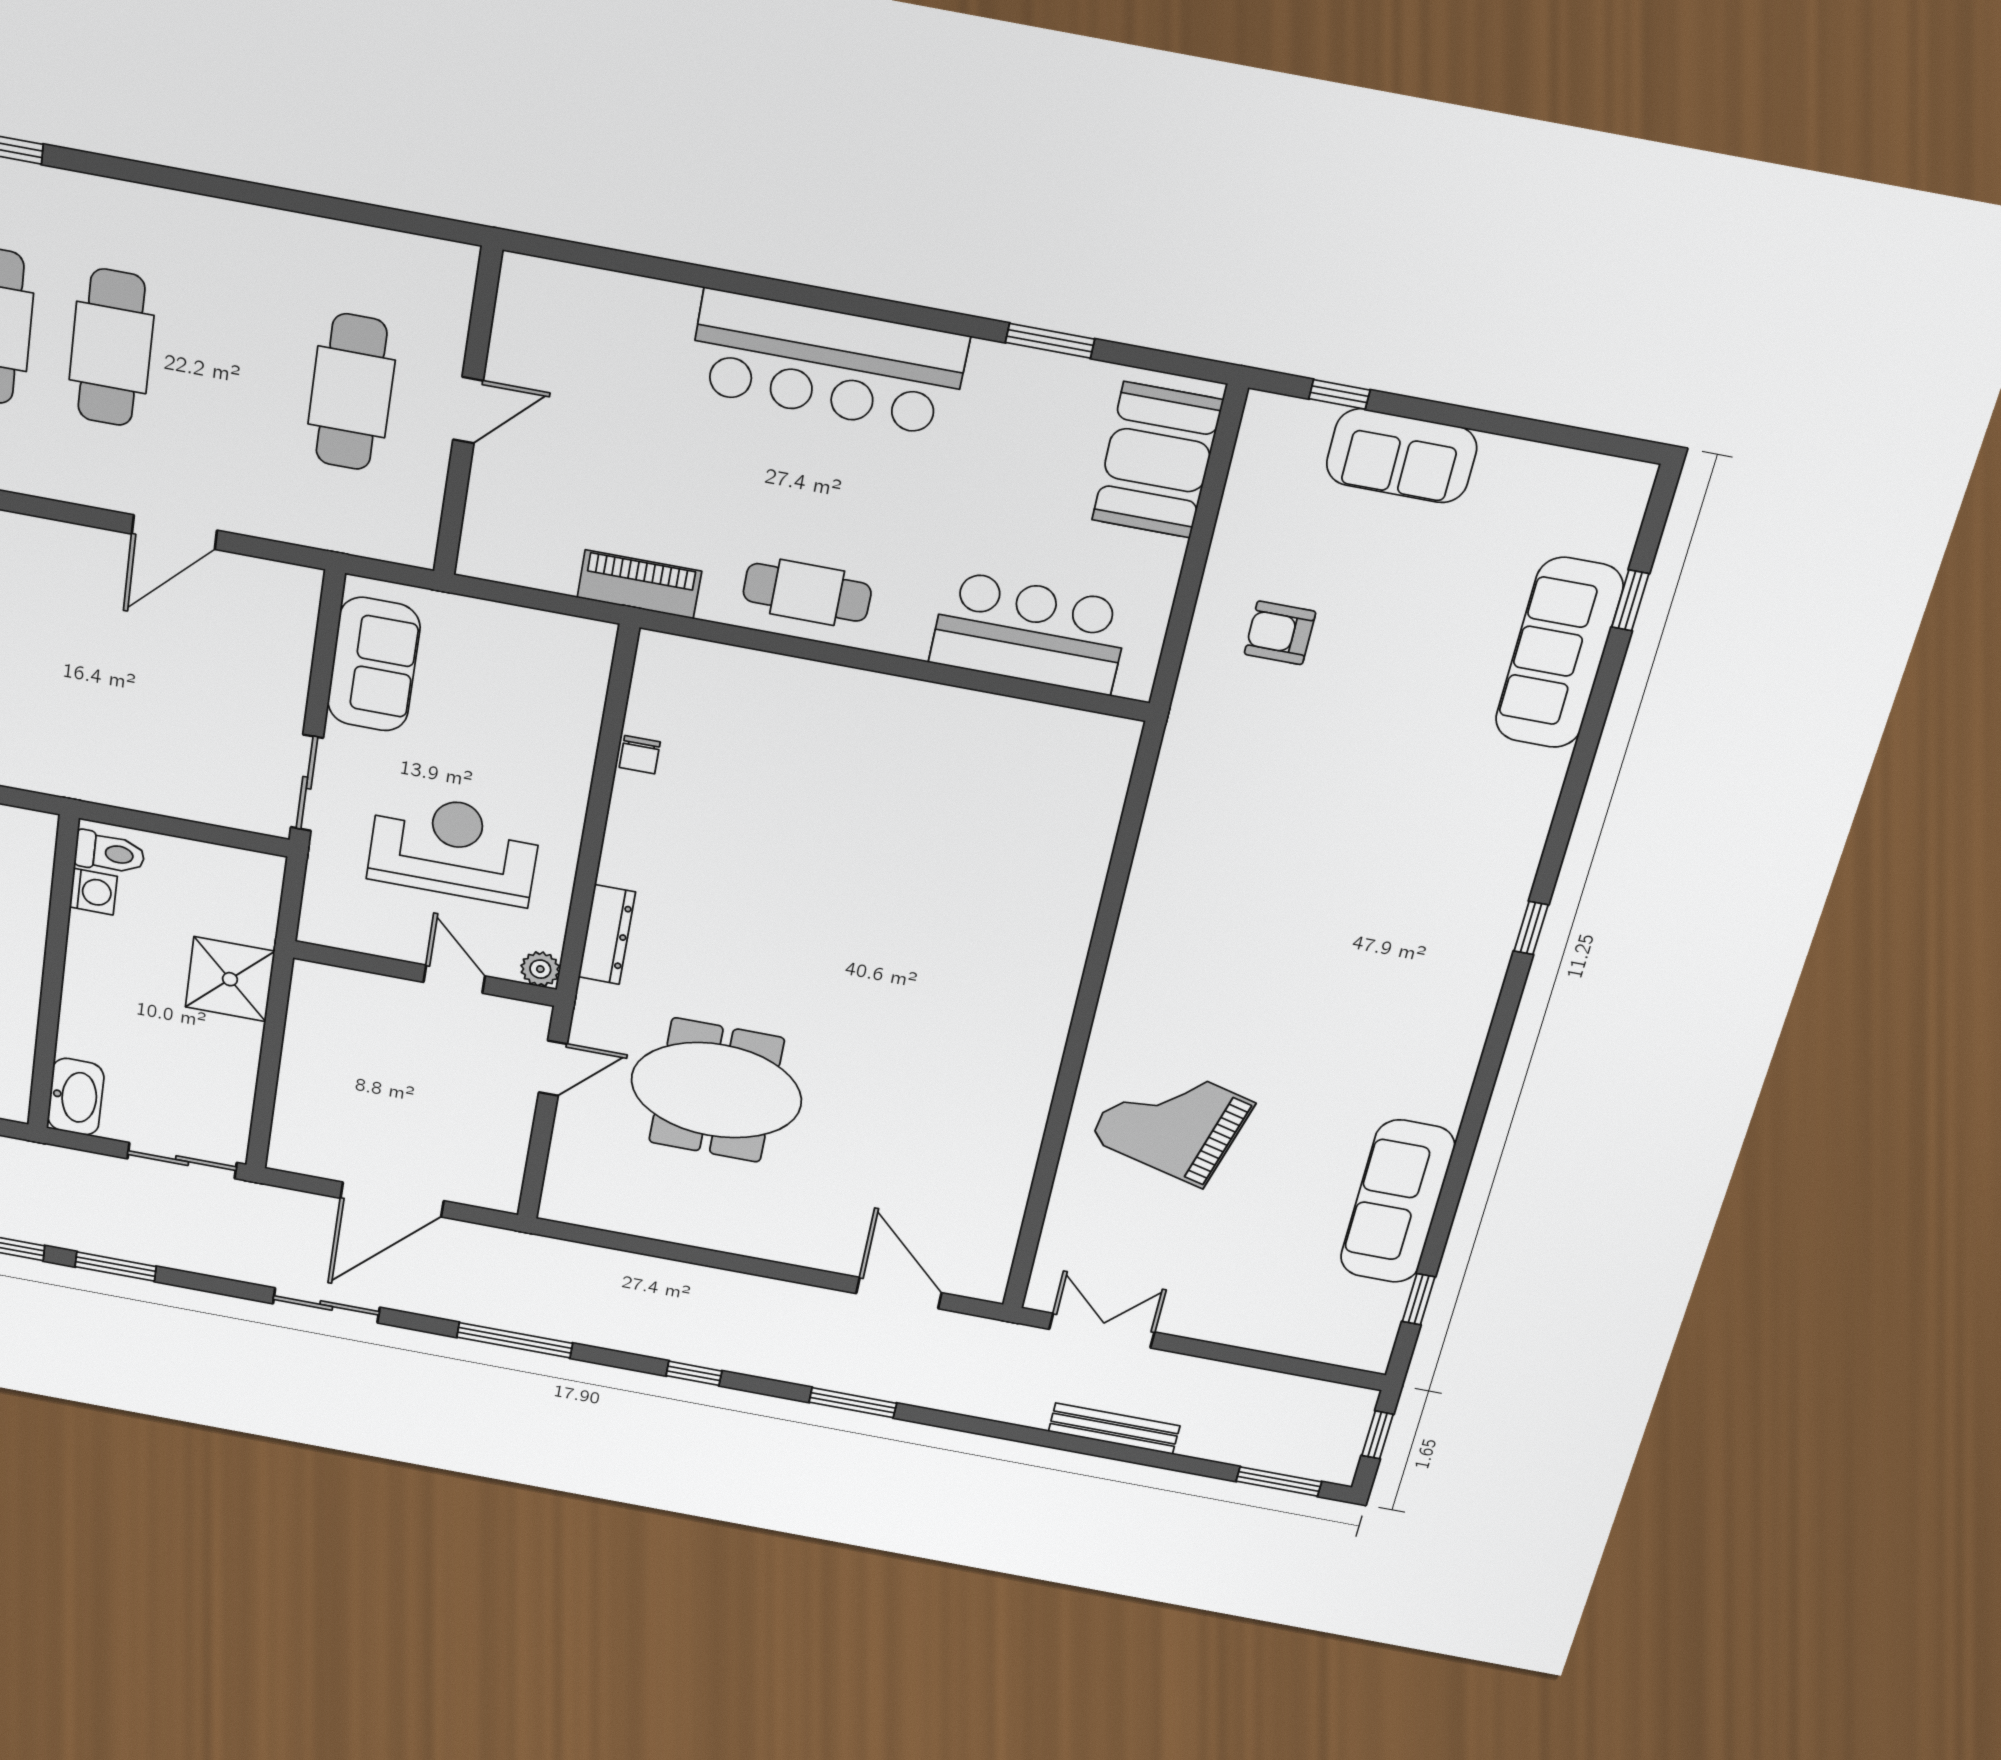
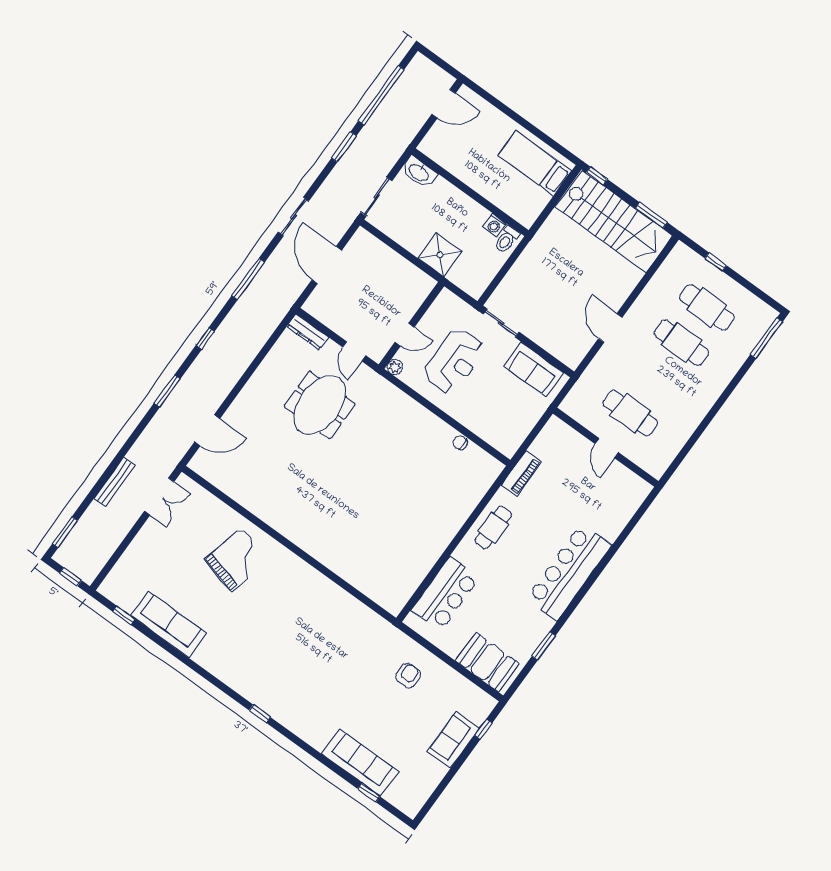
dresser: (607, 935) -> (308, 332), moved

